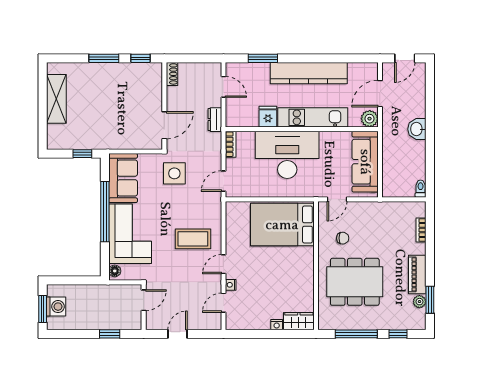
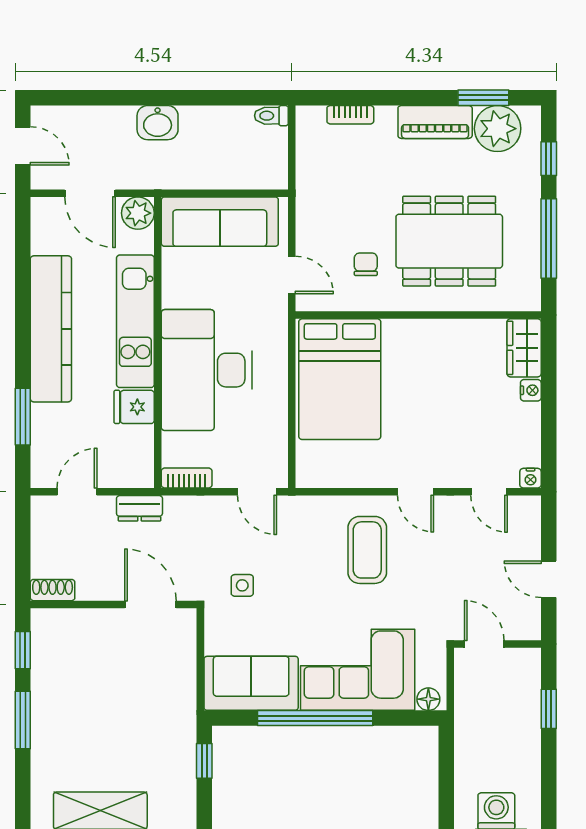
side table: (174, 173) -> (242, 585), width x0.54, depth x0.54
dining table: (355, 282) -> (449, 241), turned 90
nightstand: (231, 285) -> (531, 478), moved
plant: (419, 302) -> (498, 129), width x1.87, depth x1.87

